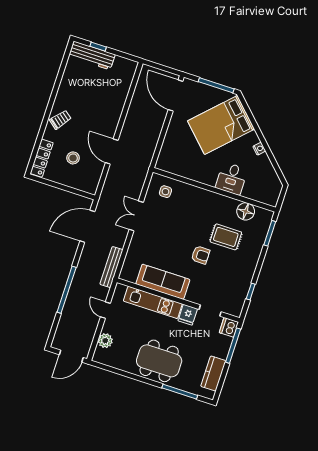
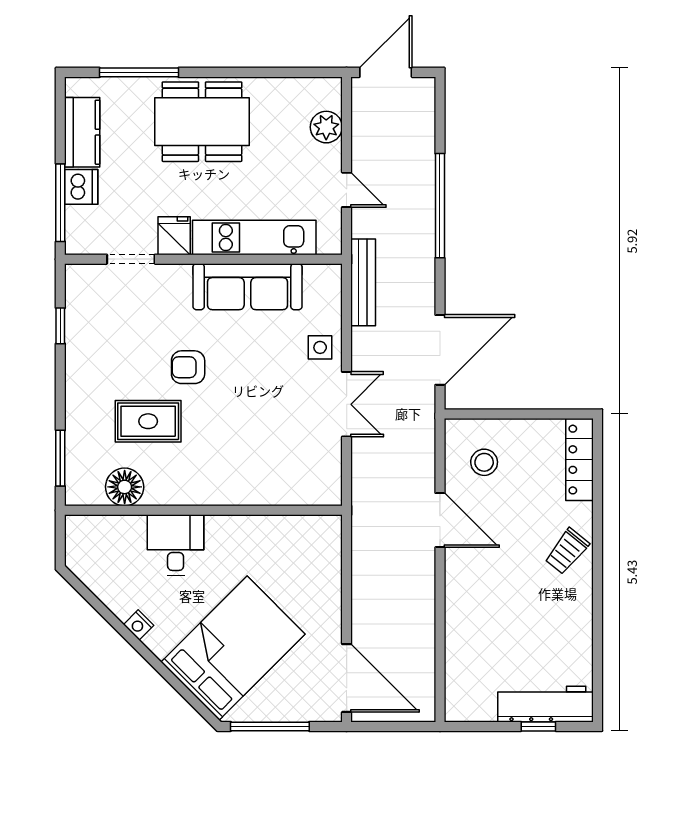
stool: (73, 158) -> (484, 462), moved
side table: (165, 192) -> (320, 347), moved
dishwasher: (229, 327) -> (81, 187), moved

